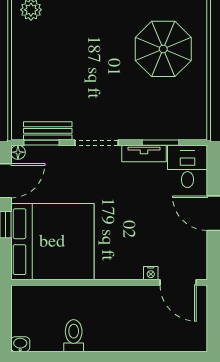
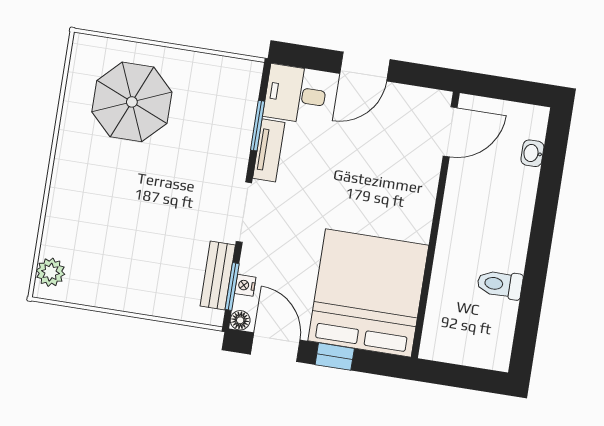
nightstand: (151, 273) -> (245, 285), moved, turned 180
washbasin: (20, 344) -> (532, 153), moved

